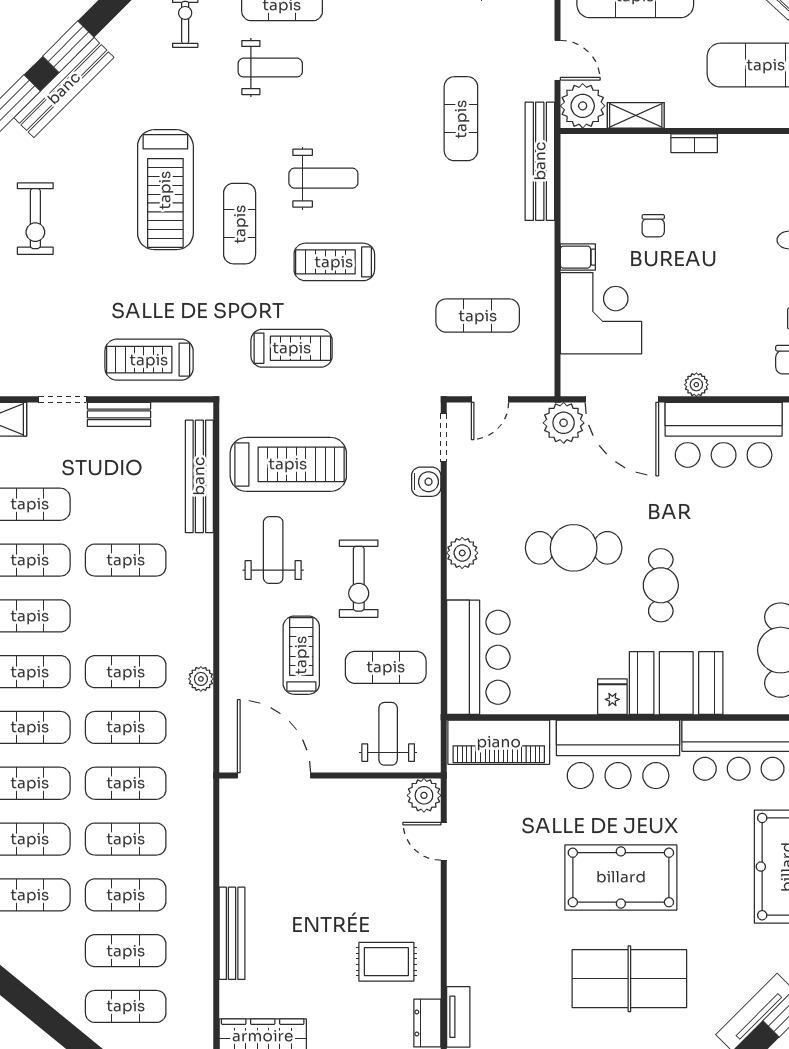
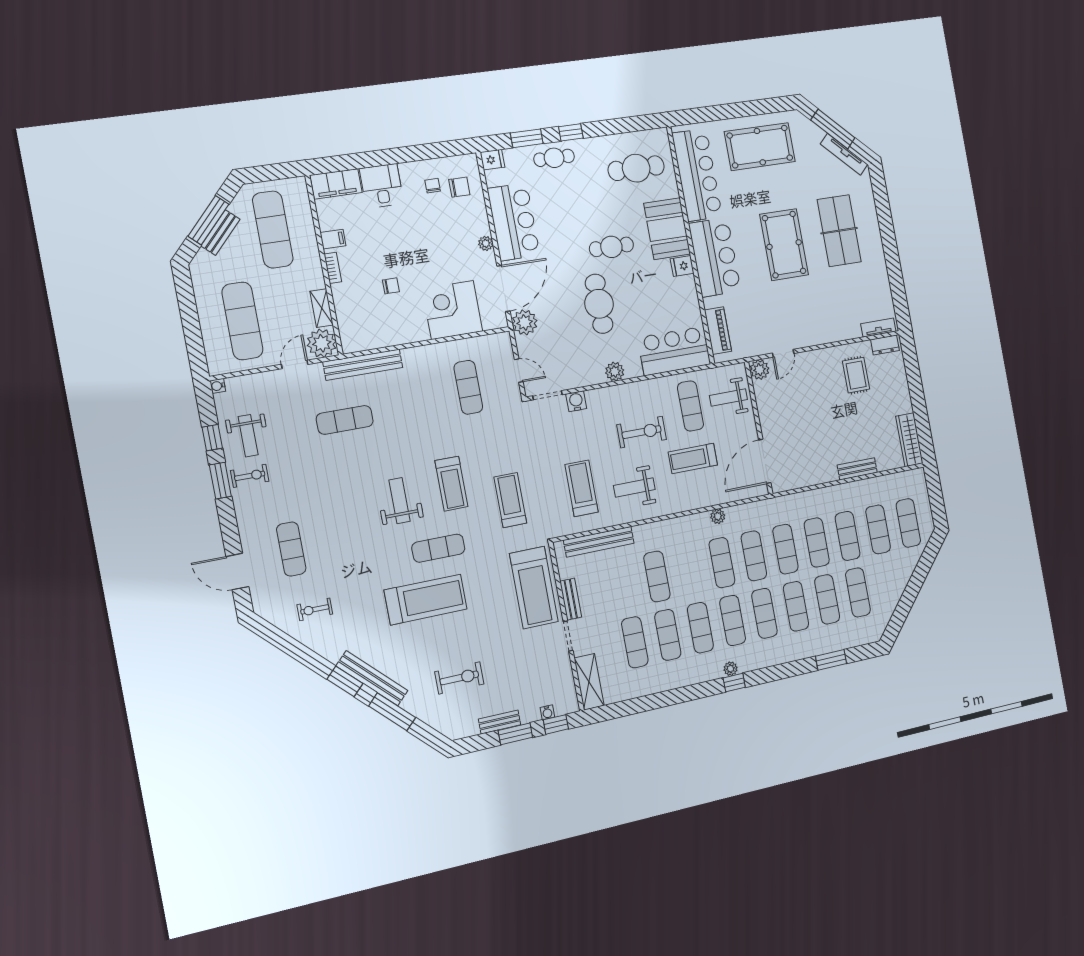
weight bench: (270, 68) -> (334, 549), removed
filing cabinet: (578, 257) -> (333, 239), moved, turned 90
treadmill: (149, 360) -> (534, 588), width x1.37, depth x1.38
treadmill: (288, 464) -> (581, 488), width x0.73, depth x0.73
piano: (499, 742) -> (718, 331), width x0.73, depth x0.75
bench: (232, 933) -> (857, 469), width x0.73

